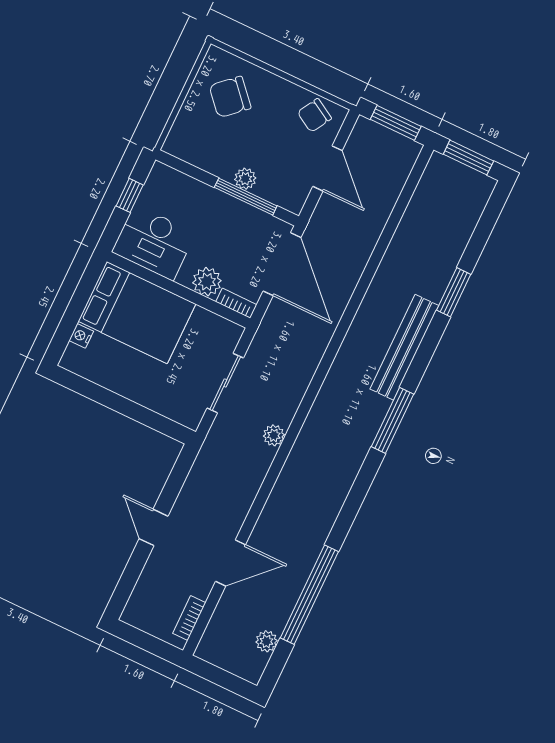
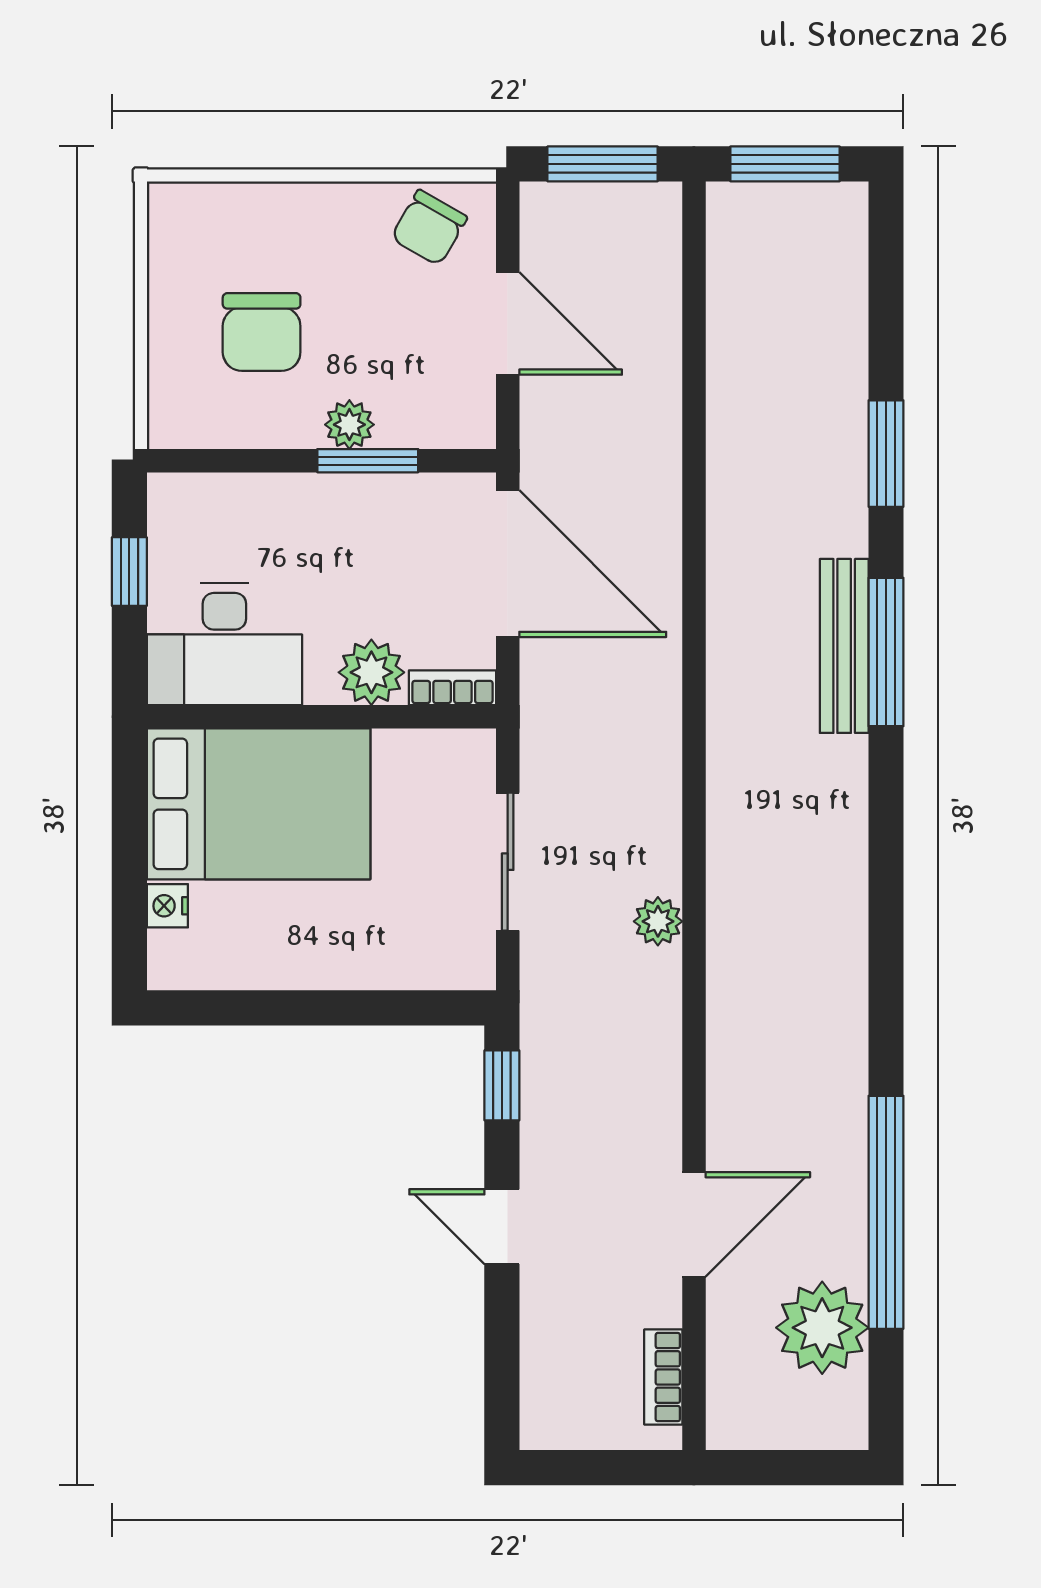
chair: (230, 97) -> (262, 332), moved, turned -48
window: (246, 197) -> (368, 461), width x0.69
bench: (404, 347) -> (844, 646), width x0.73, depth x0.82
window: (393, 420) -> (886, 652), moved
window: (180, 471) -> (502, 1085), added
plant: (267, 641) -> (822, 1328), width x1.88, depth x1.88

